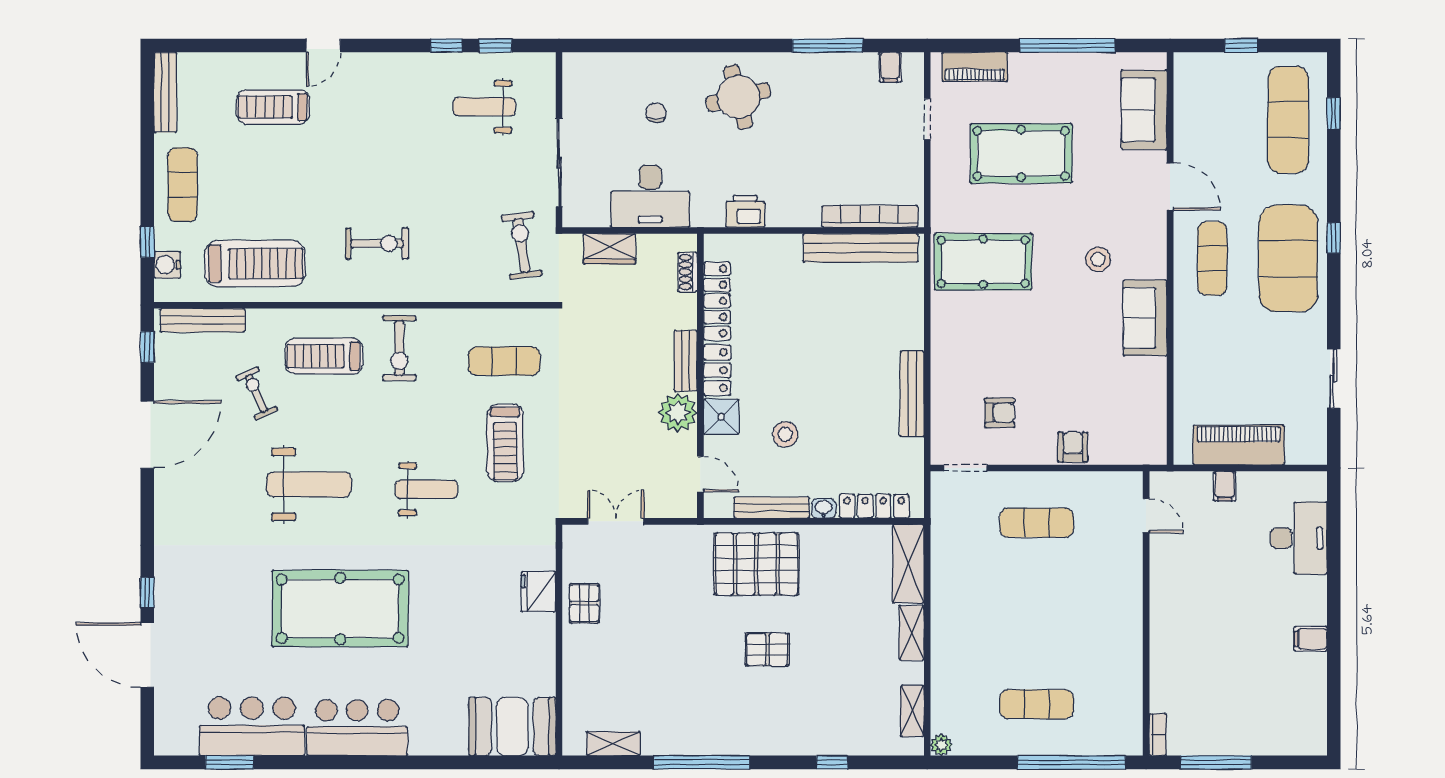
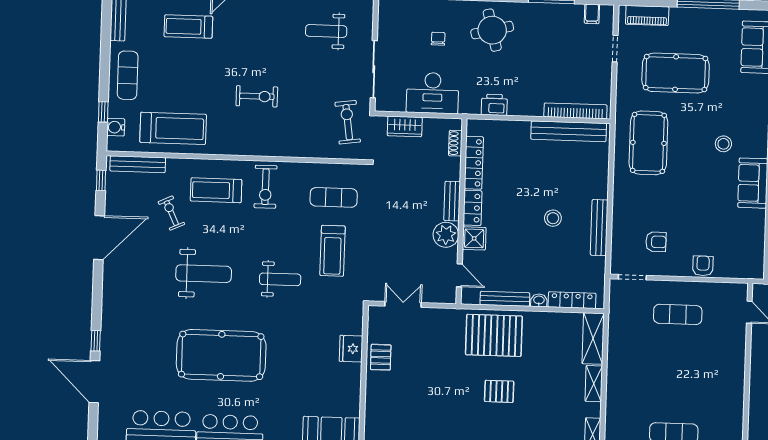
exercise bike: (377, 243) -> (257, 96), moved
pool table: (983, 262) -> (648, 143), turned 90
stool: (785, 434) -> (553, 218), moved

